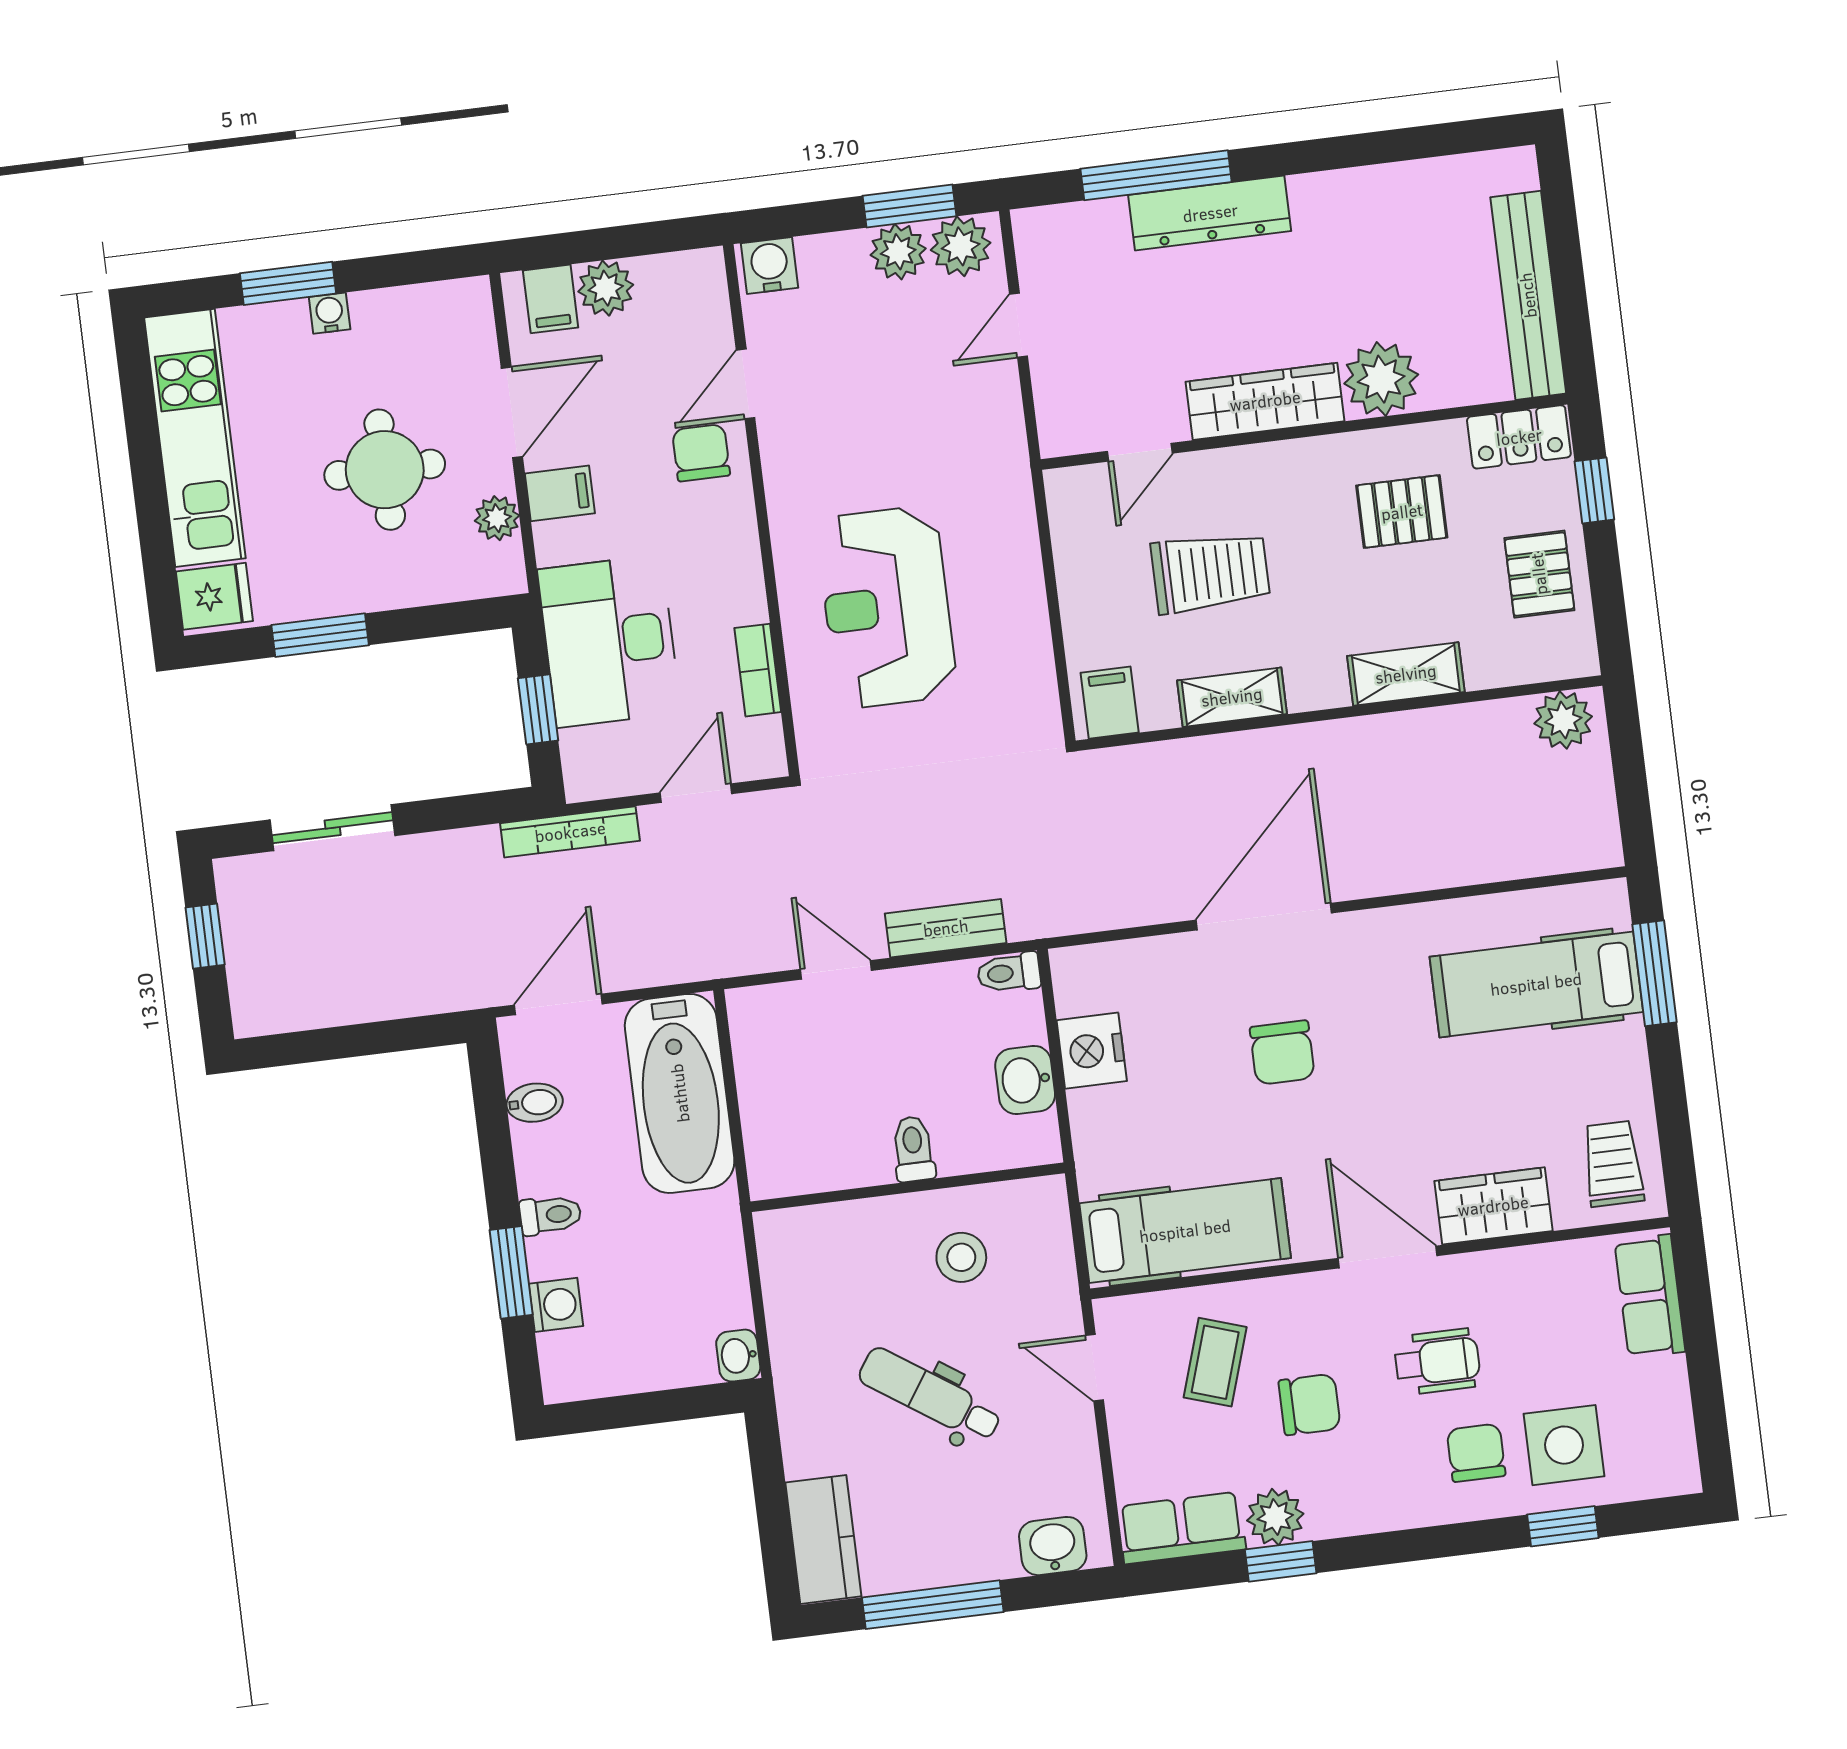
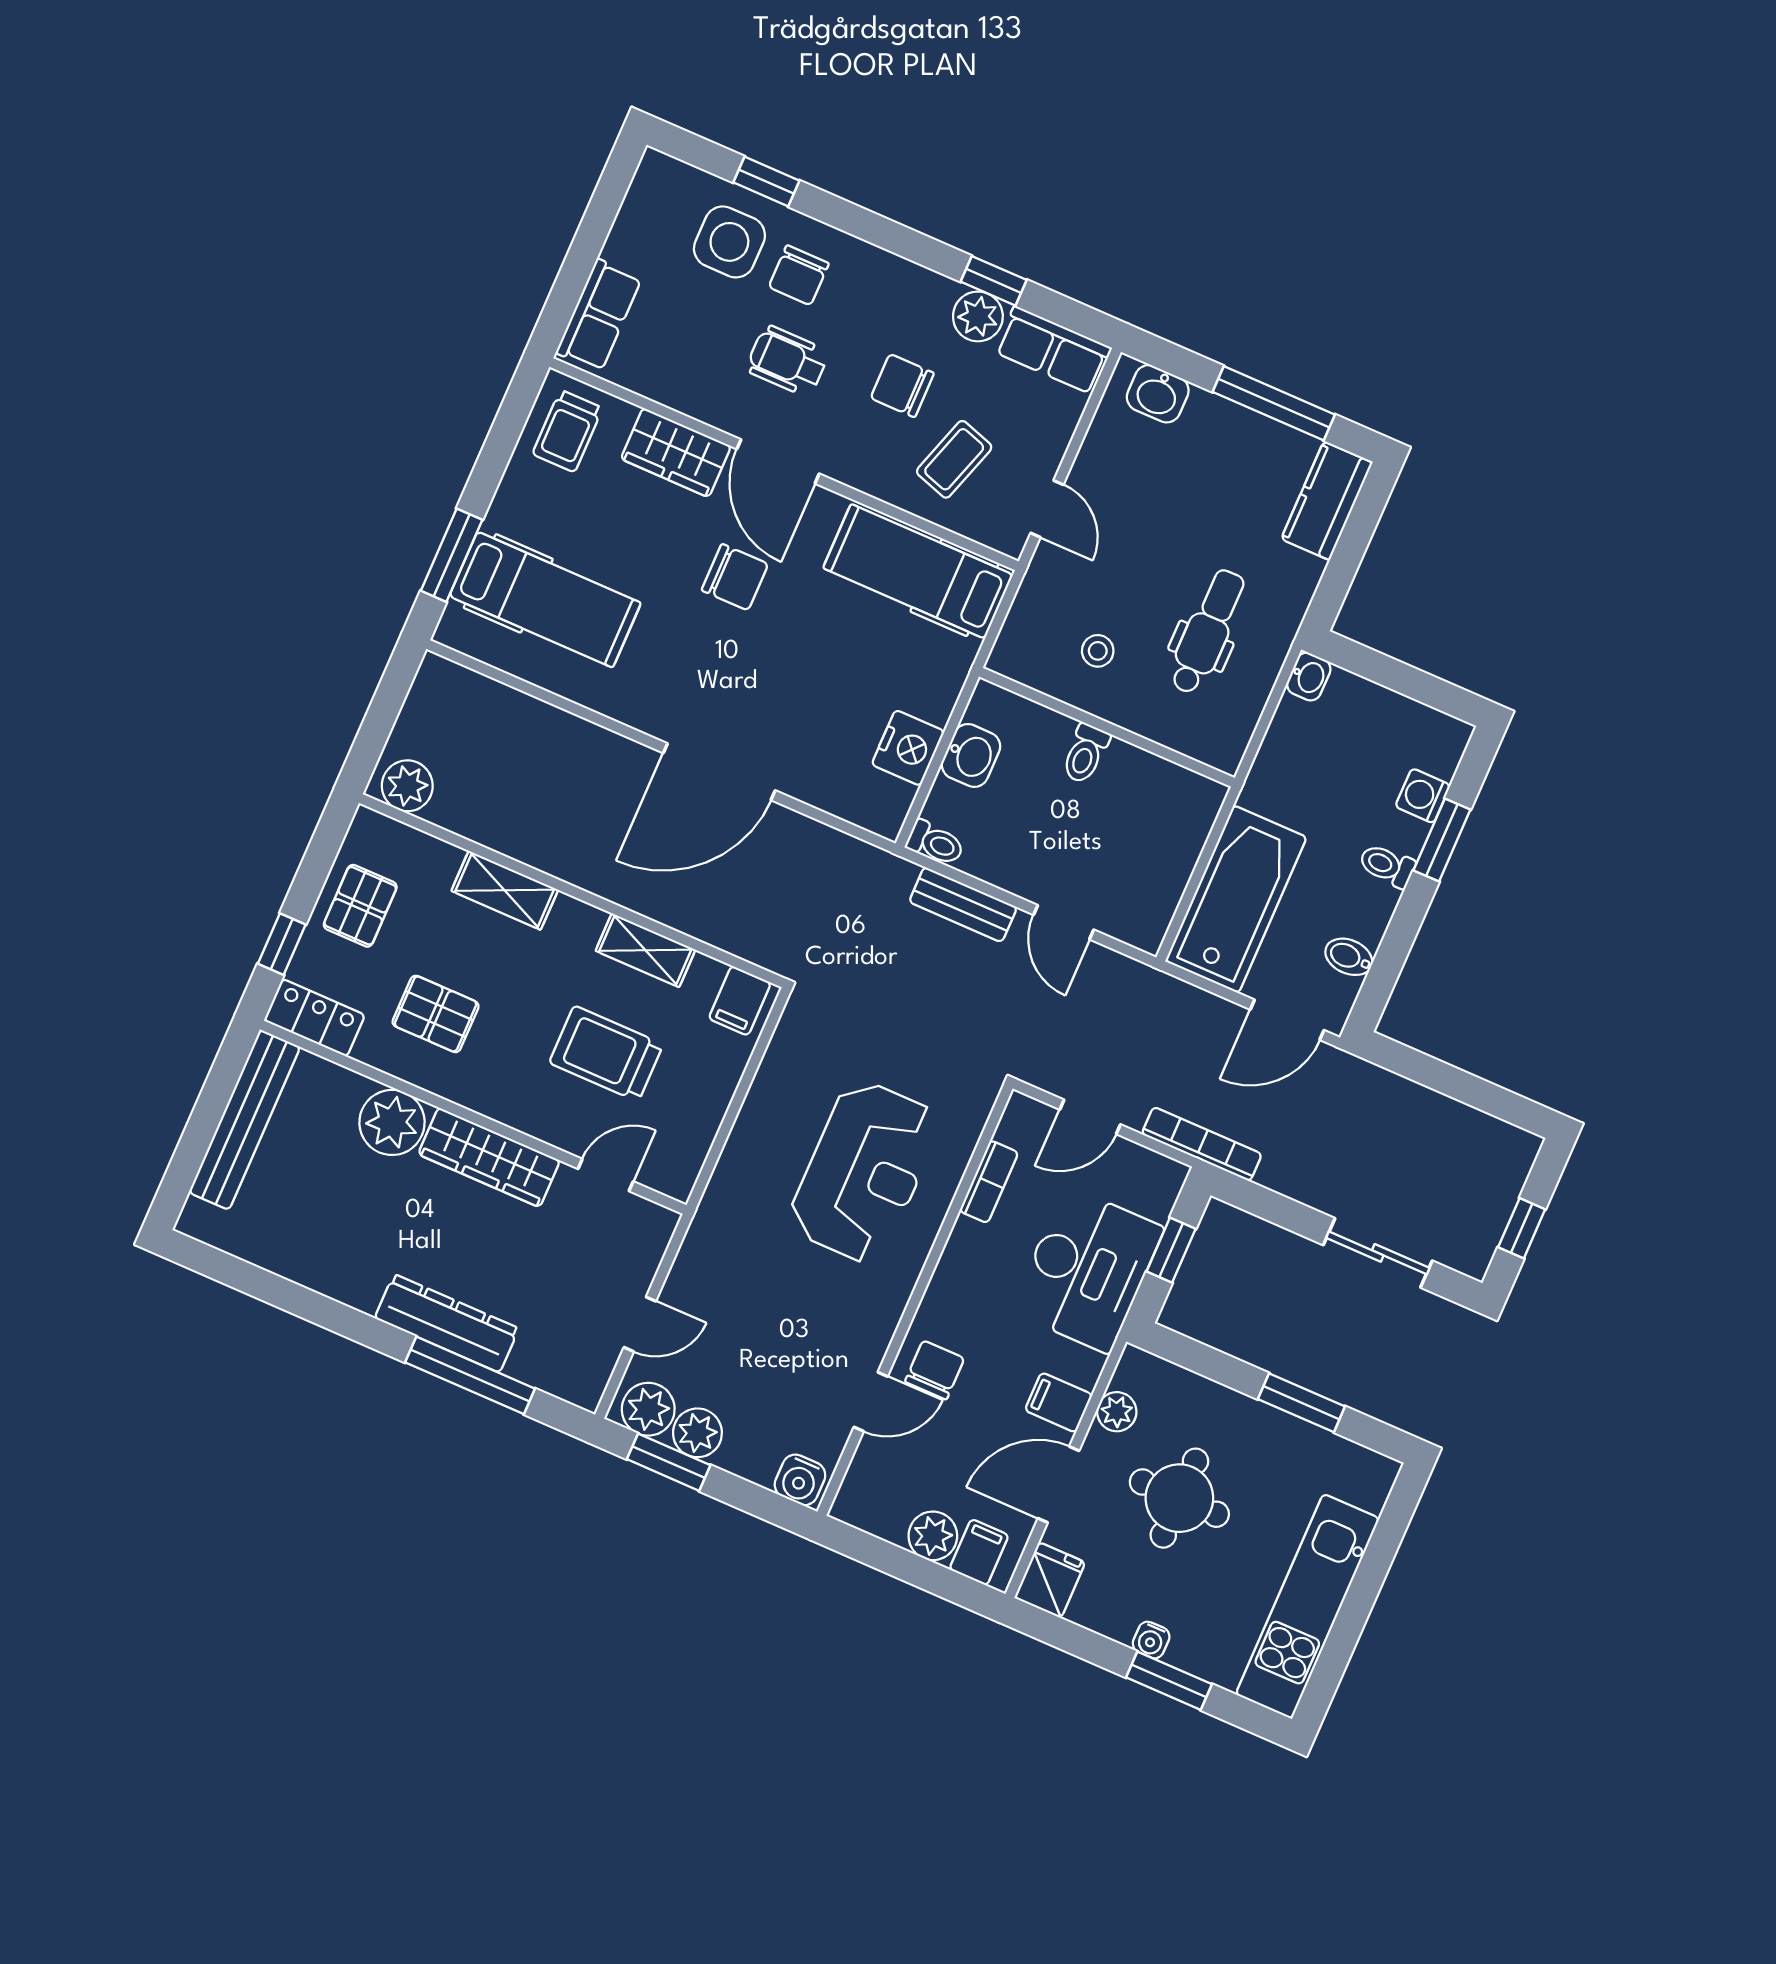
chair: (701, 453) -> (935, 1370), turned 180
fridge: (214, 596) -> (1050, 1580), moved, turned 90
chair: (1282, 1053) -> (735, 577), moved, turned 90
stool: (961, 1257) -> (1098, 651), width x0.73, depth x0.73
dental chair: (930, 1395) -> (1207, 632), moved, turned -124

